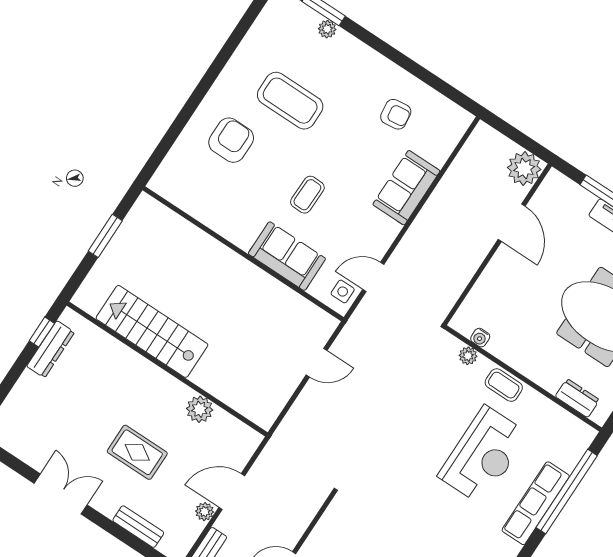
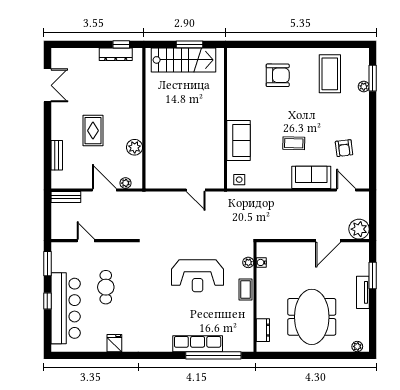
coffee table: (290, 101) -> (330, 74), moved
coffee table: (307, 195) -> (294, 143), moved
door: (373, 277) -> (346, 190), moved
stairs: (152, 331) -> (184, 60), moved, turned 90
reception desk: (483, 455) -> (198, 276), moved
double door: (61, 494) -> (47, 85), moved
plant: (205, 512) -> (126, 183), moved

